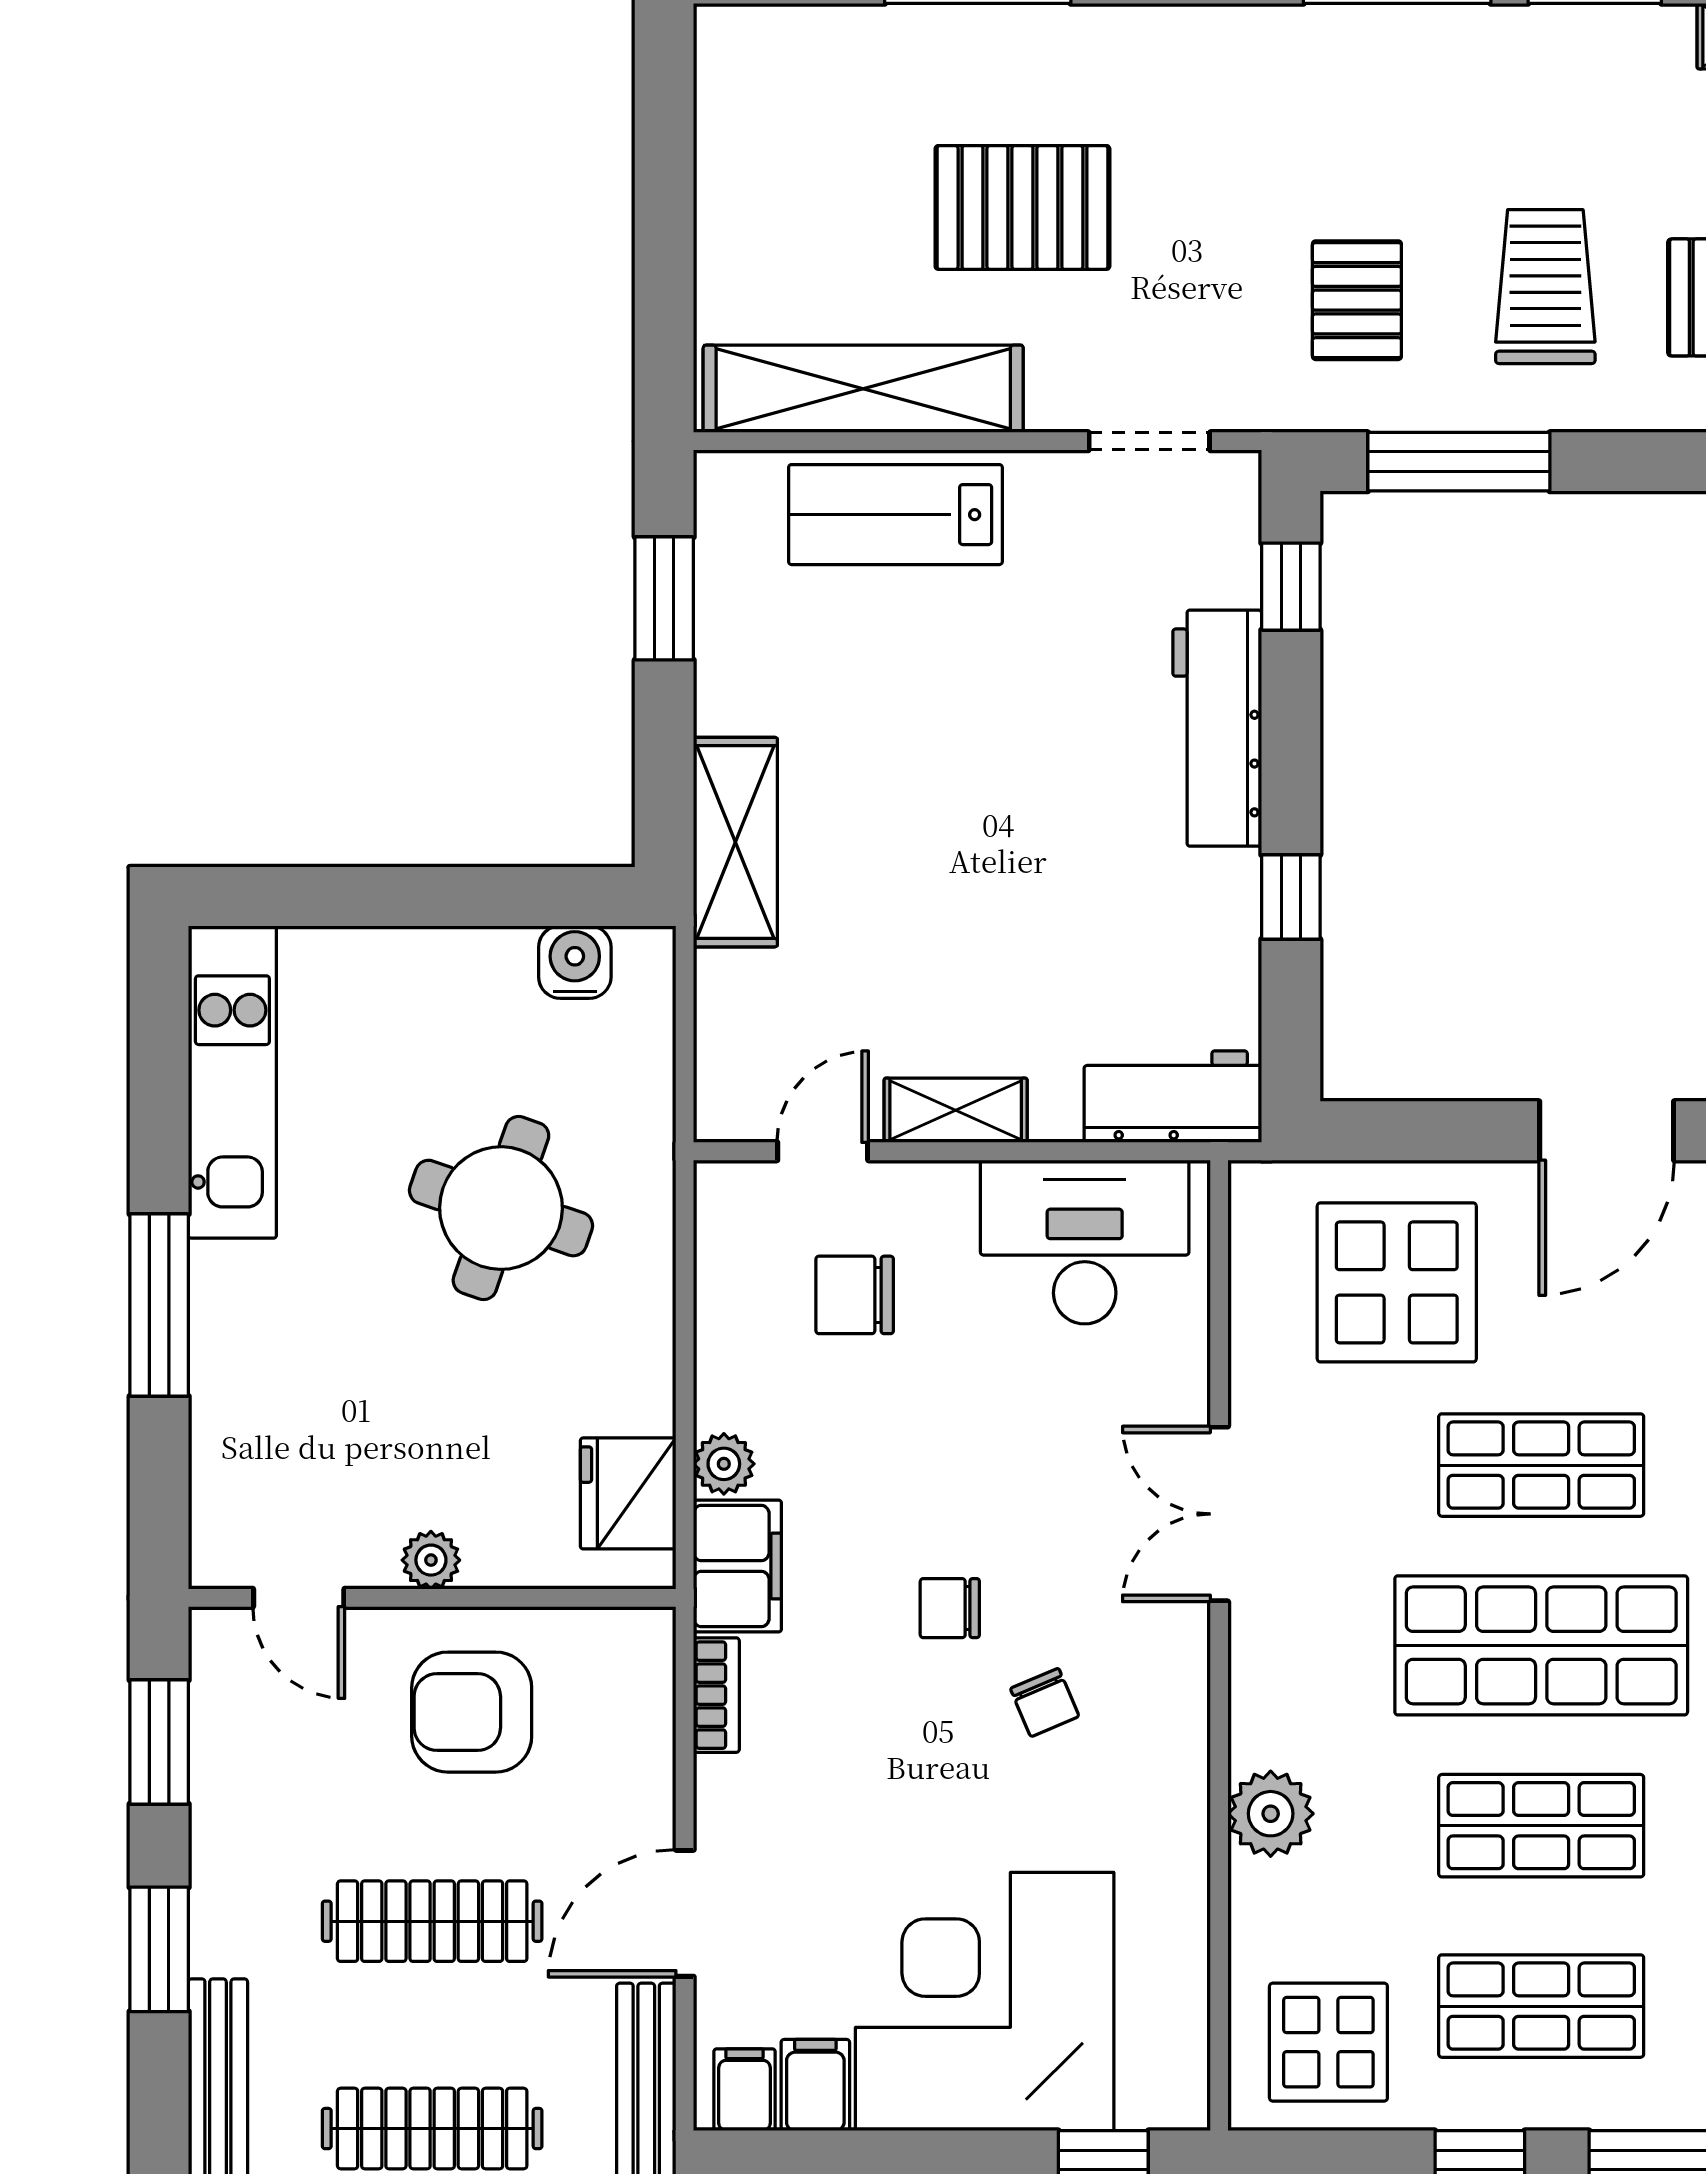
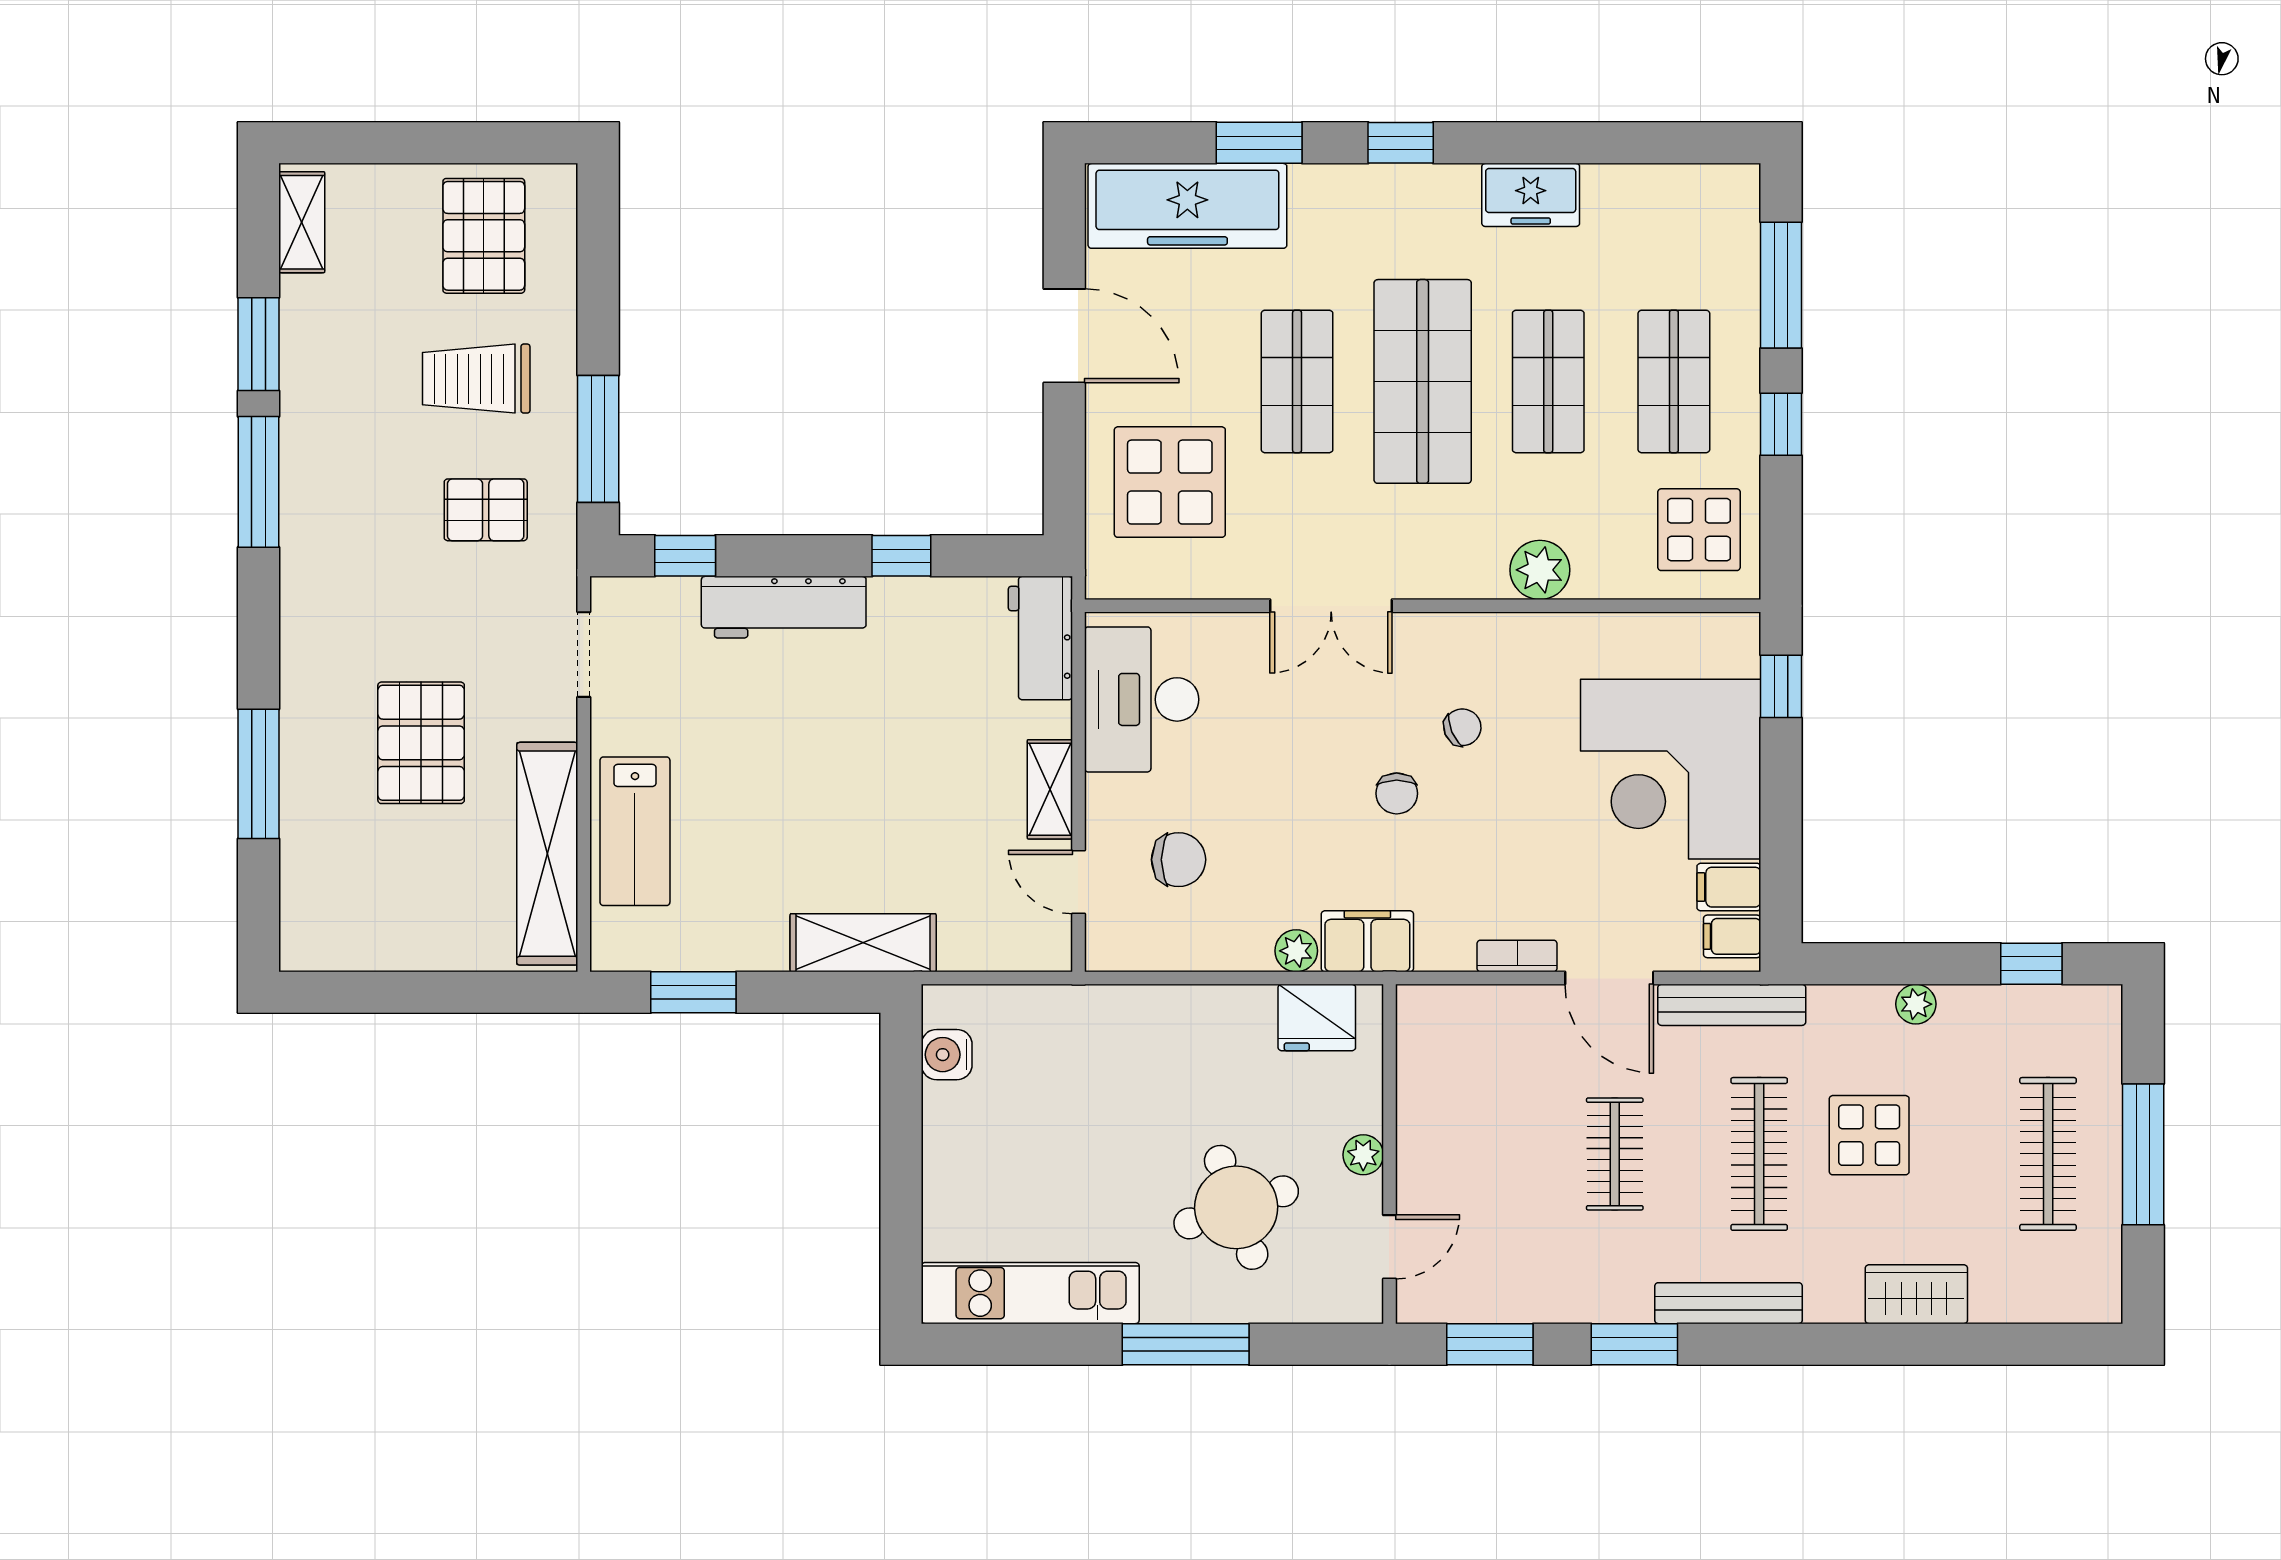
round table: (501, 1208) -> (1236, 1207), moved, turned -38
chair: (855, 1295) -> (1179, 860), turned -90
bookcase: (716, 1695) -> (1517, 956), moved
armchair: (472, 1712) -> (1469, 1126), removed
clothes rail: (432, 1921) -> (1615, 1154), width x0.73

